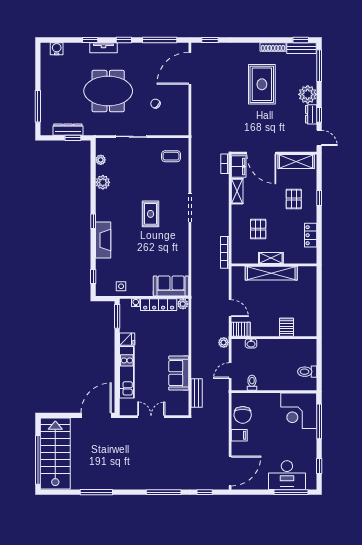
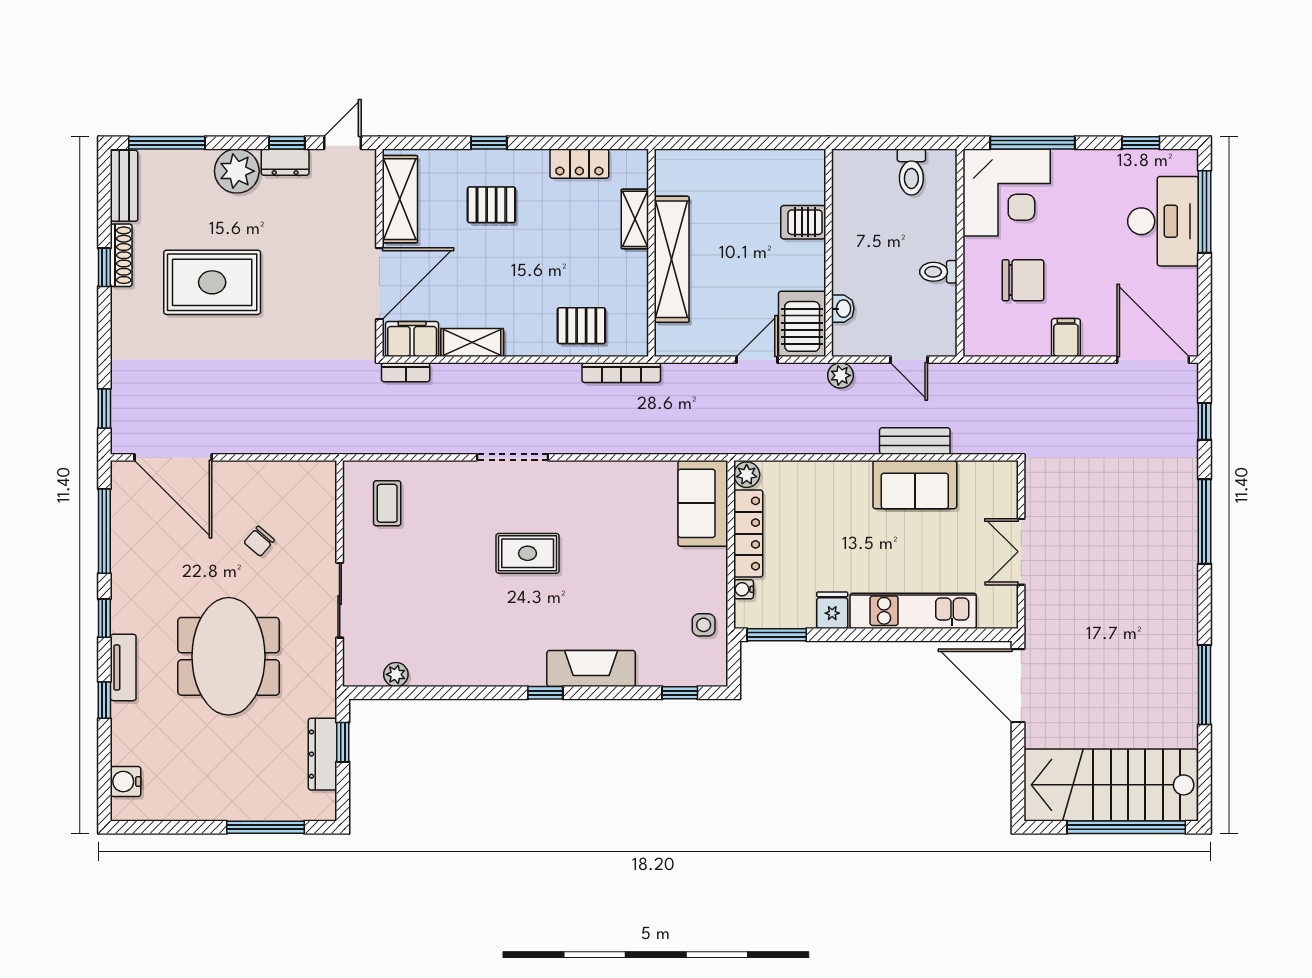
window: (301, 40) -> (104, 267), moved
plant: (103, 182) -> (451, 669), removed
pallet: (258, 229) -> (581, 326), moved
shelving: (271, 258) -> (635, 219), moved
server rack: (241, 329) -> (802, 324), width x1.36, depth x1.44
toilet: (252, 383) -> (938, 272), moved
bench: (197, 393) -> (915, 441), moved
chair: (243, 415) -> (1023, 280), moved

